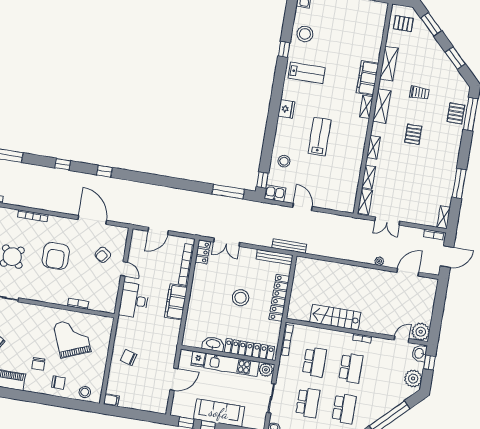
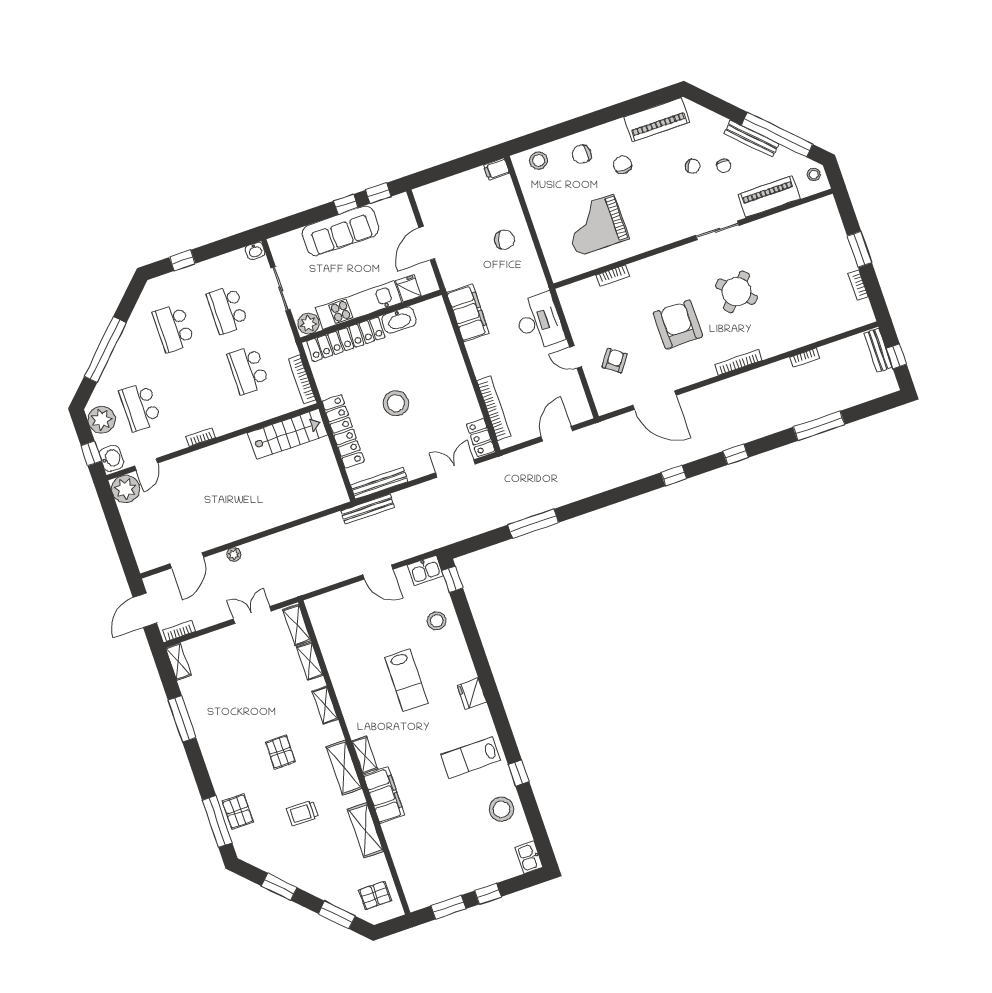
window: (228, 192) -> (533, 524), moved
filing cabinet: (176, 302) -> (468, 313), moved
stairs: (335, 317) -> (288, 434), moved
grand piano: (72, 338) -> (596, 225), turned 112
school desk: (351, 368) -> (140, 407), moved

